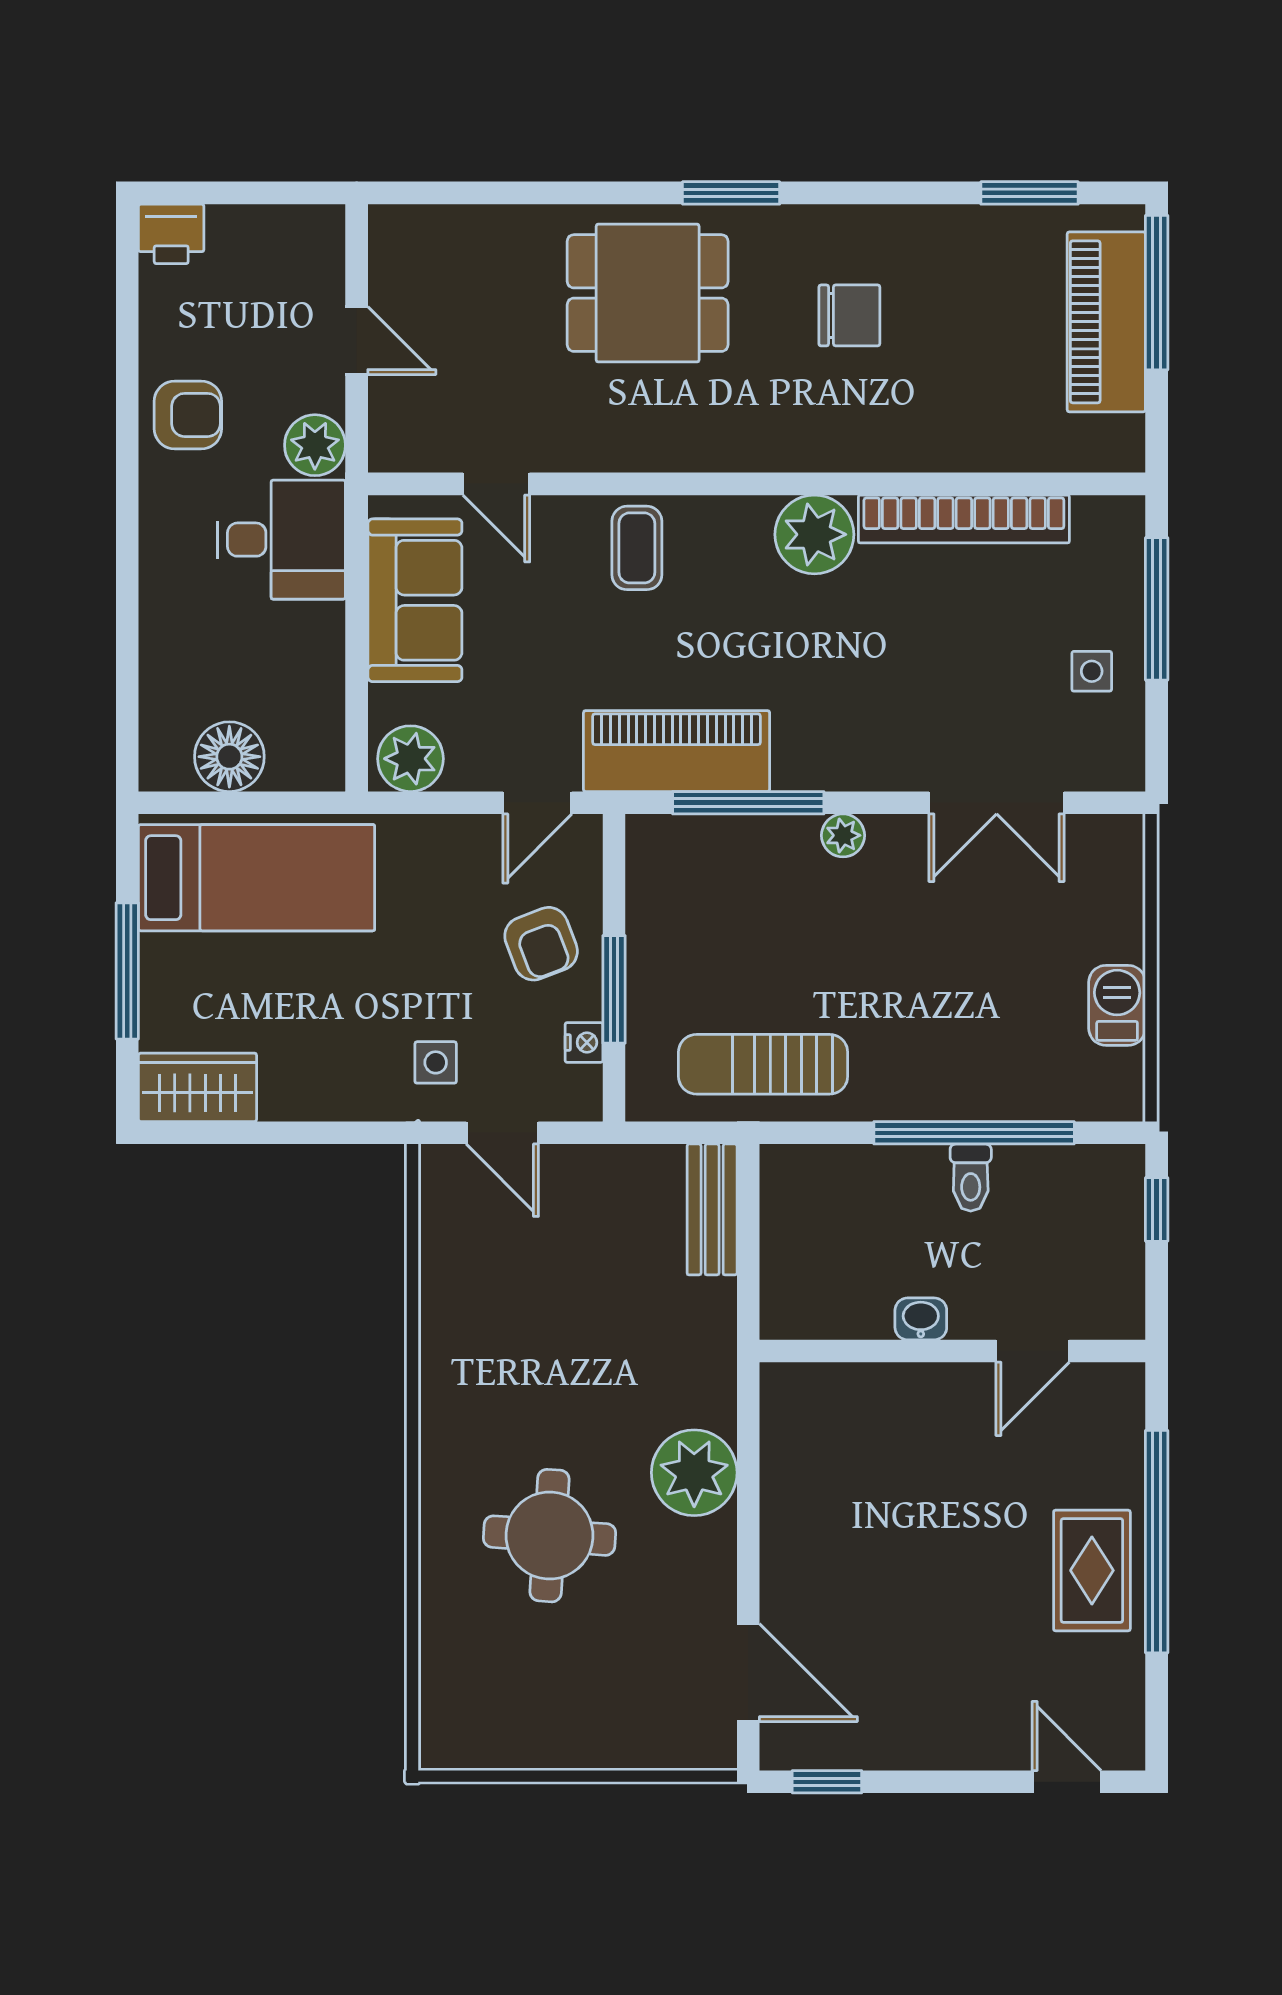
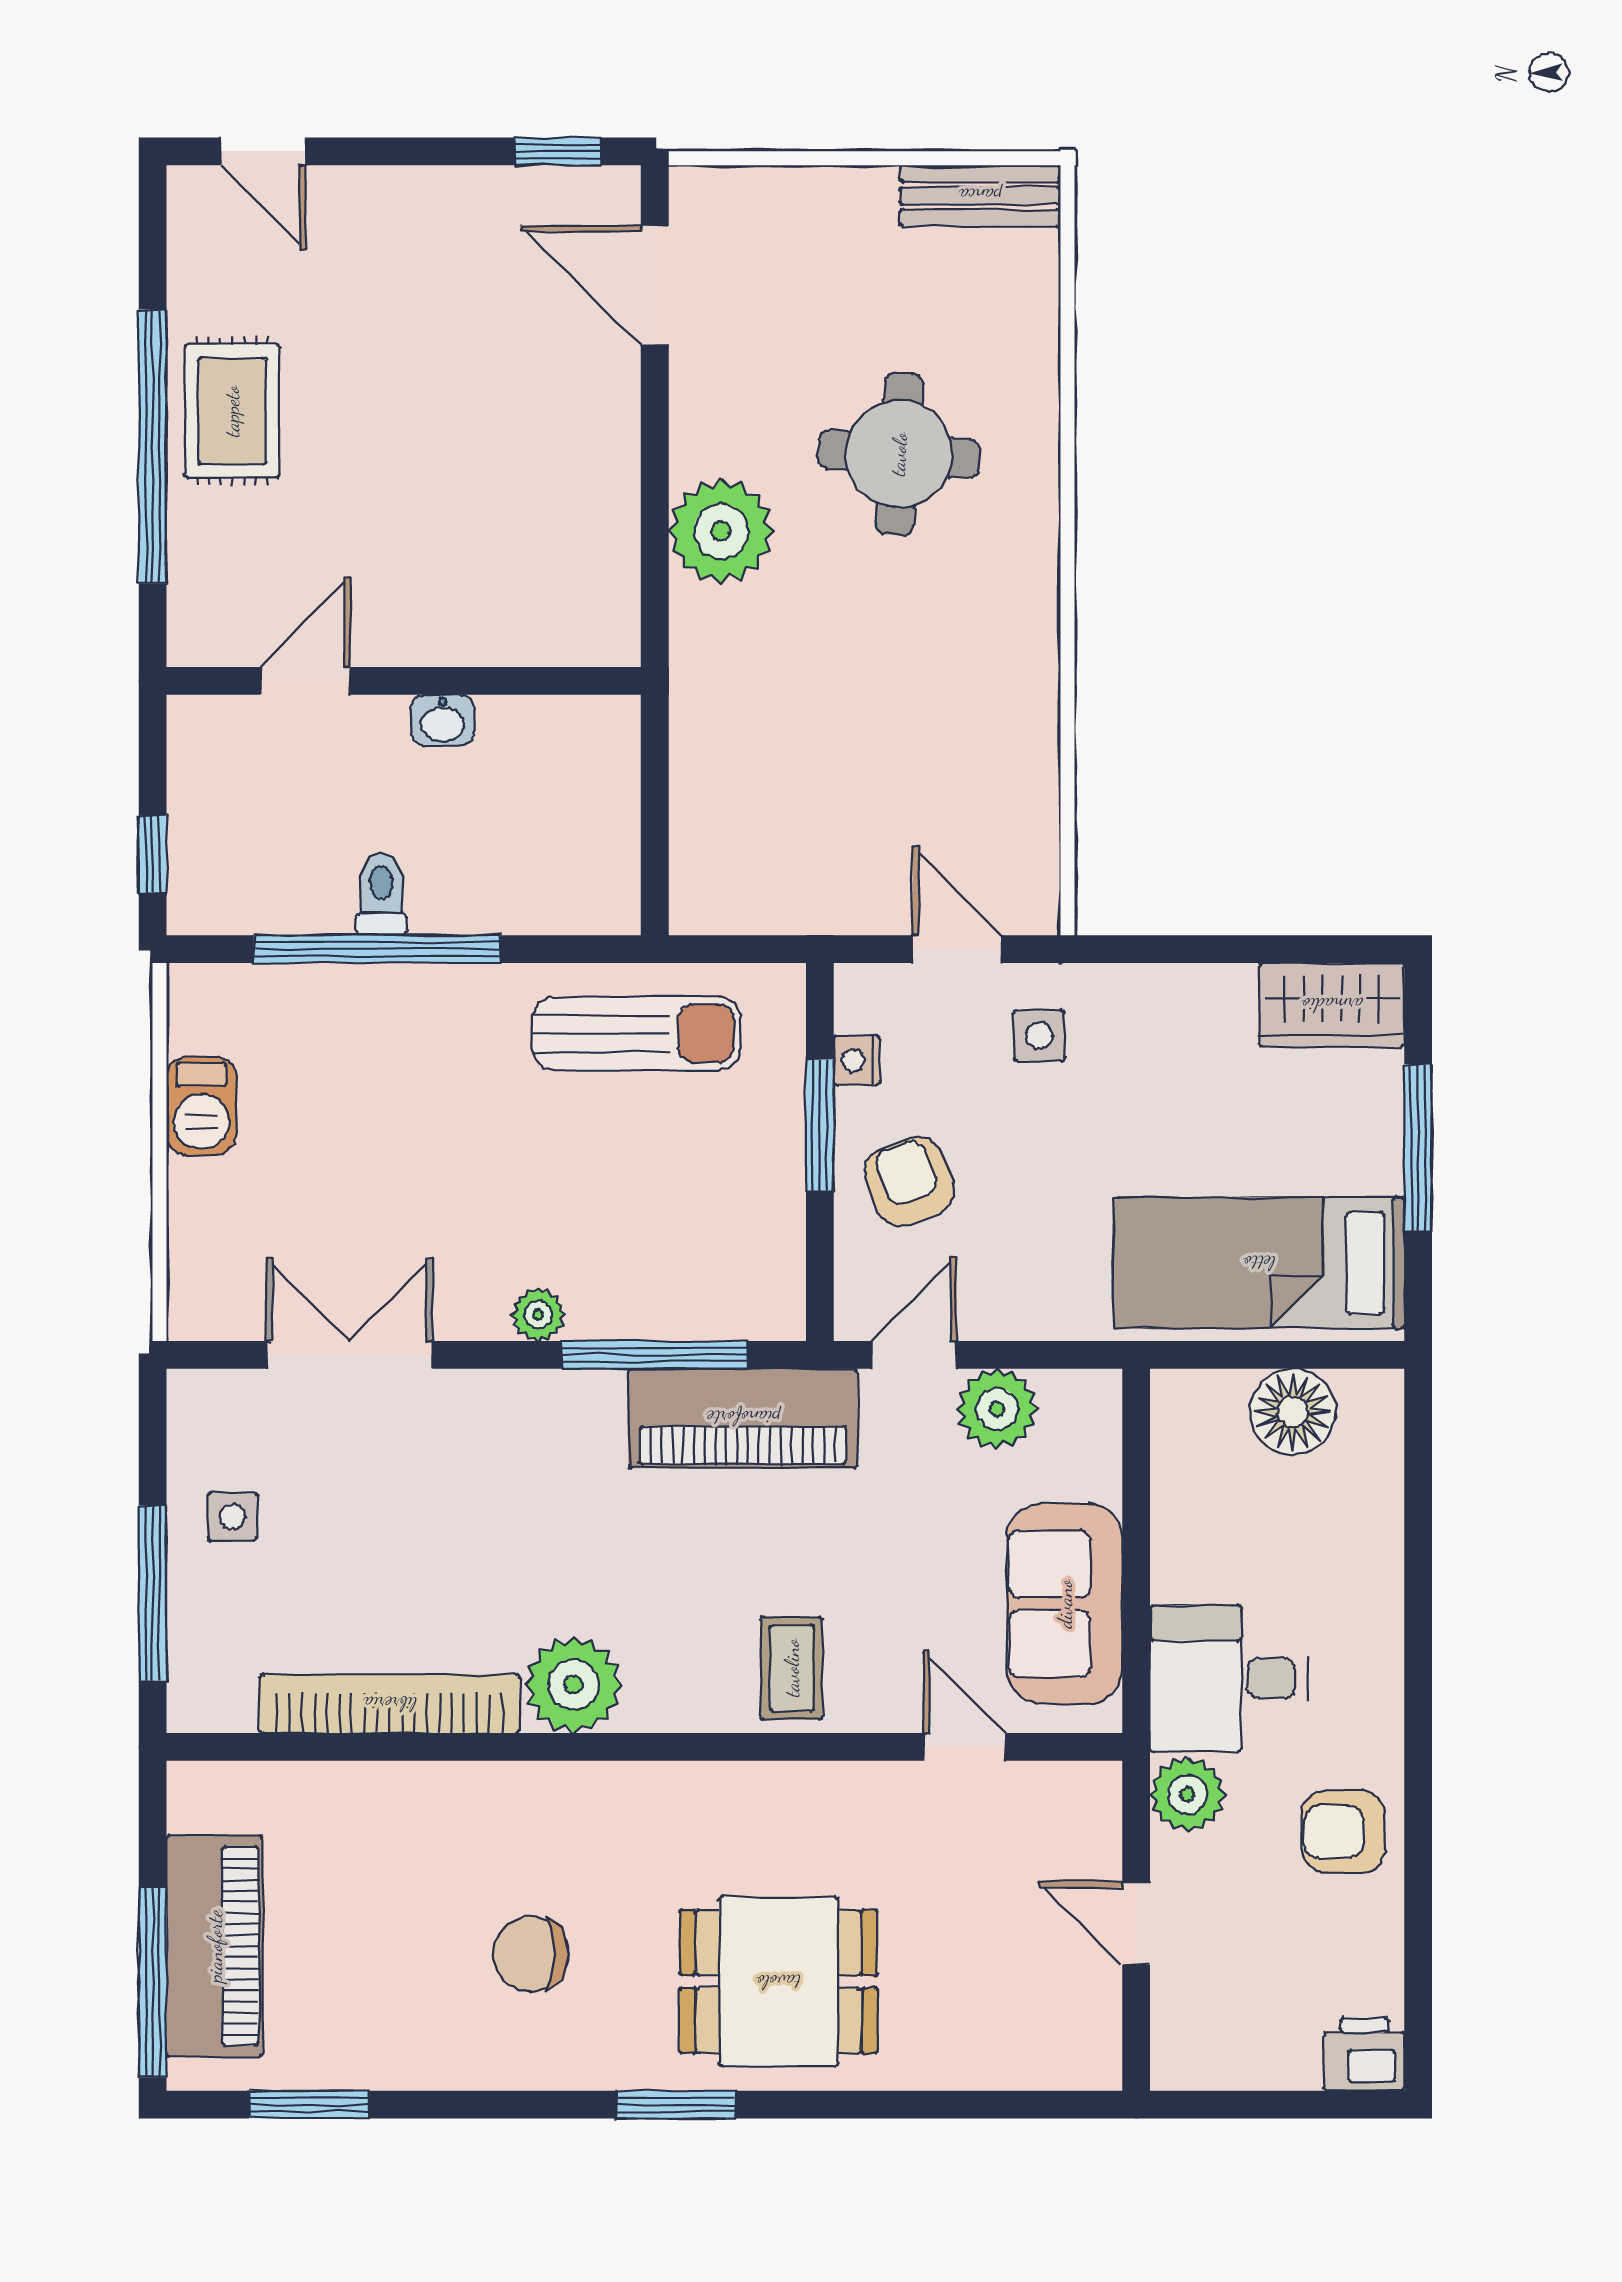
plant: (410, 759) -> (997, 1409), moved
bench: (712, 1209) -> (980, 196), moved, turned 90

